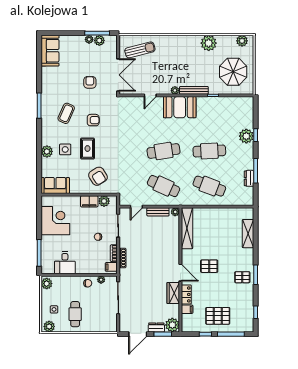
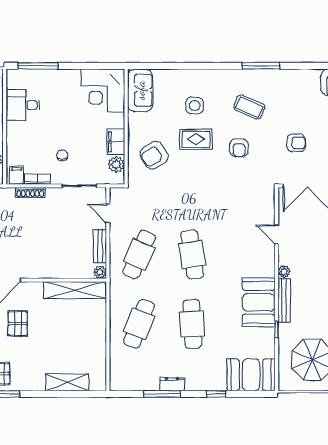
booth: (180, 107) -> (259, 302), moved
booth: (243, 112) -> (251, 375), added
plant: (246, 136) -> (215, 380), removed
plant: (47, 151) -> (191, 78), removed
dresser: (249, 178) -> (172, 384), moved
corner desk: (55, 221) -> (103, 91), moved, turned 90

